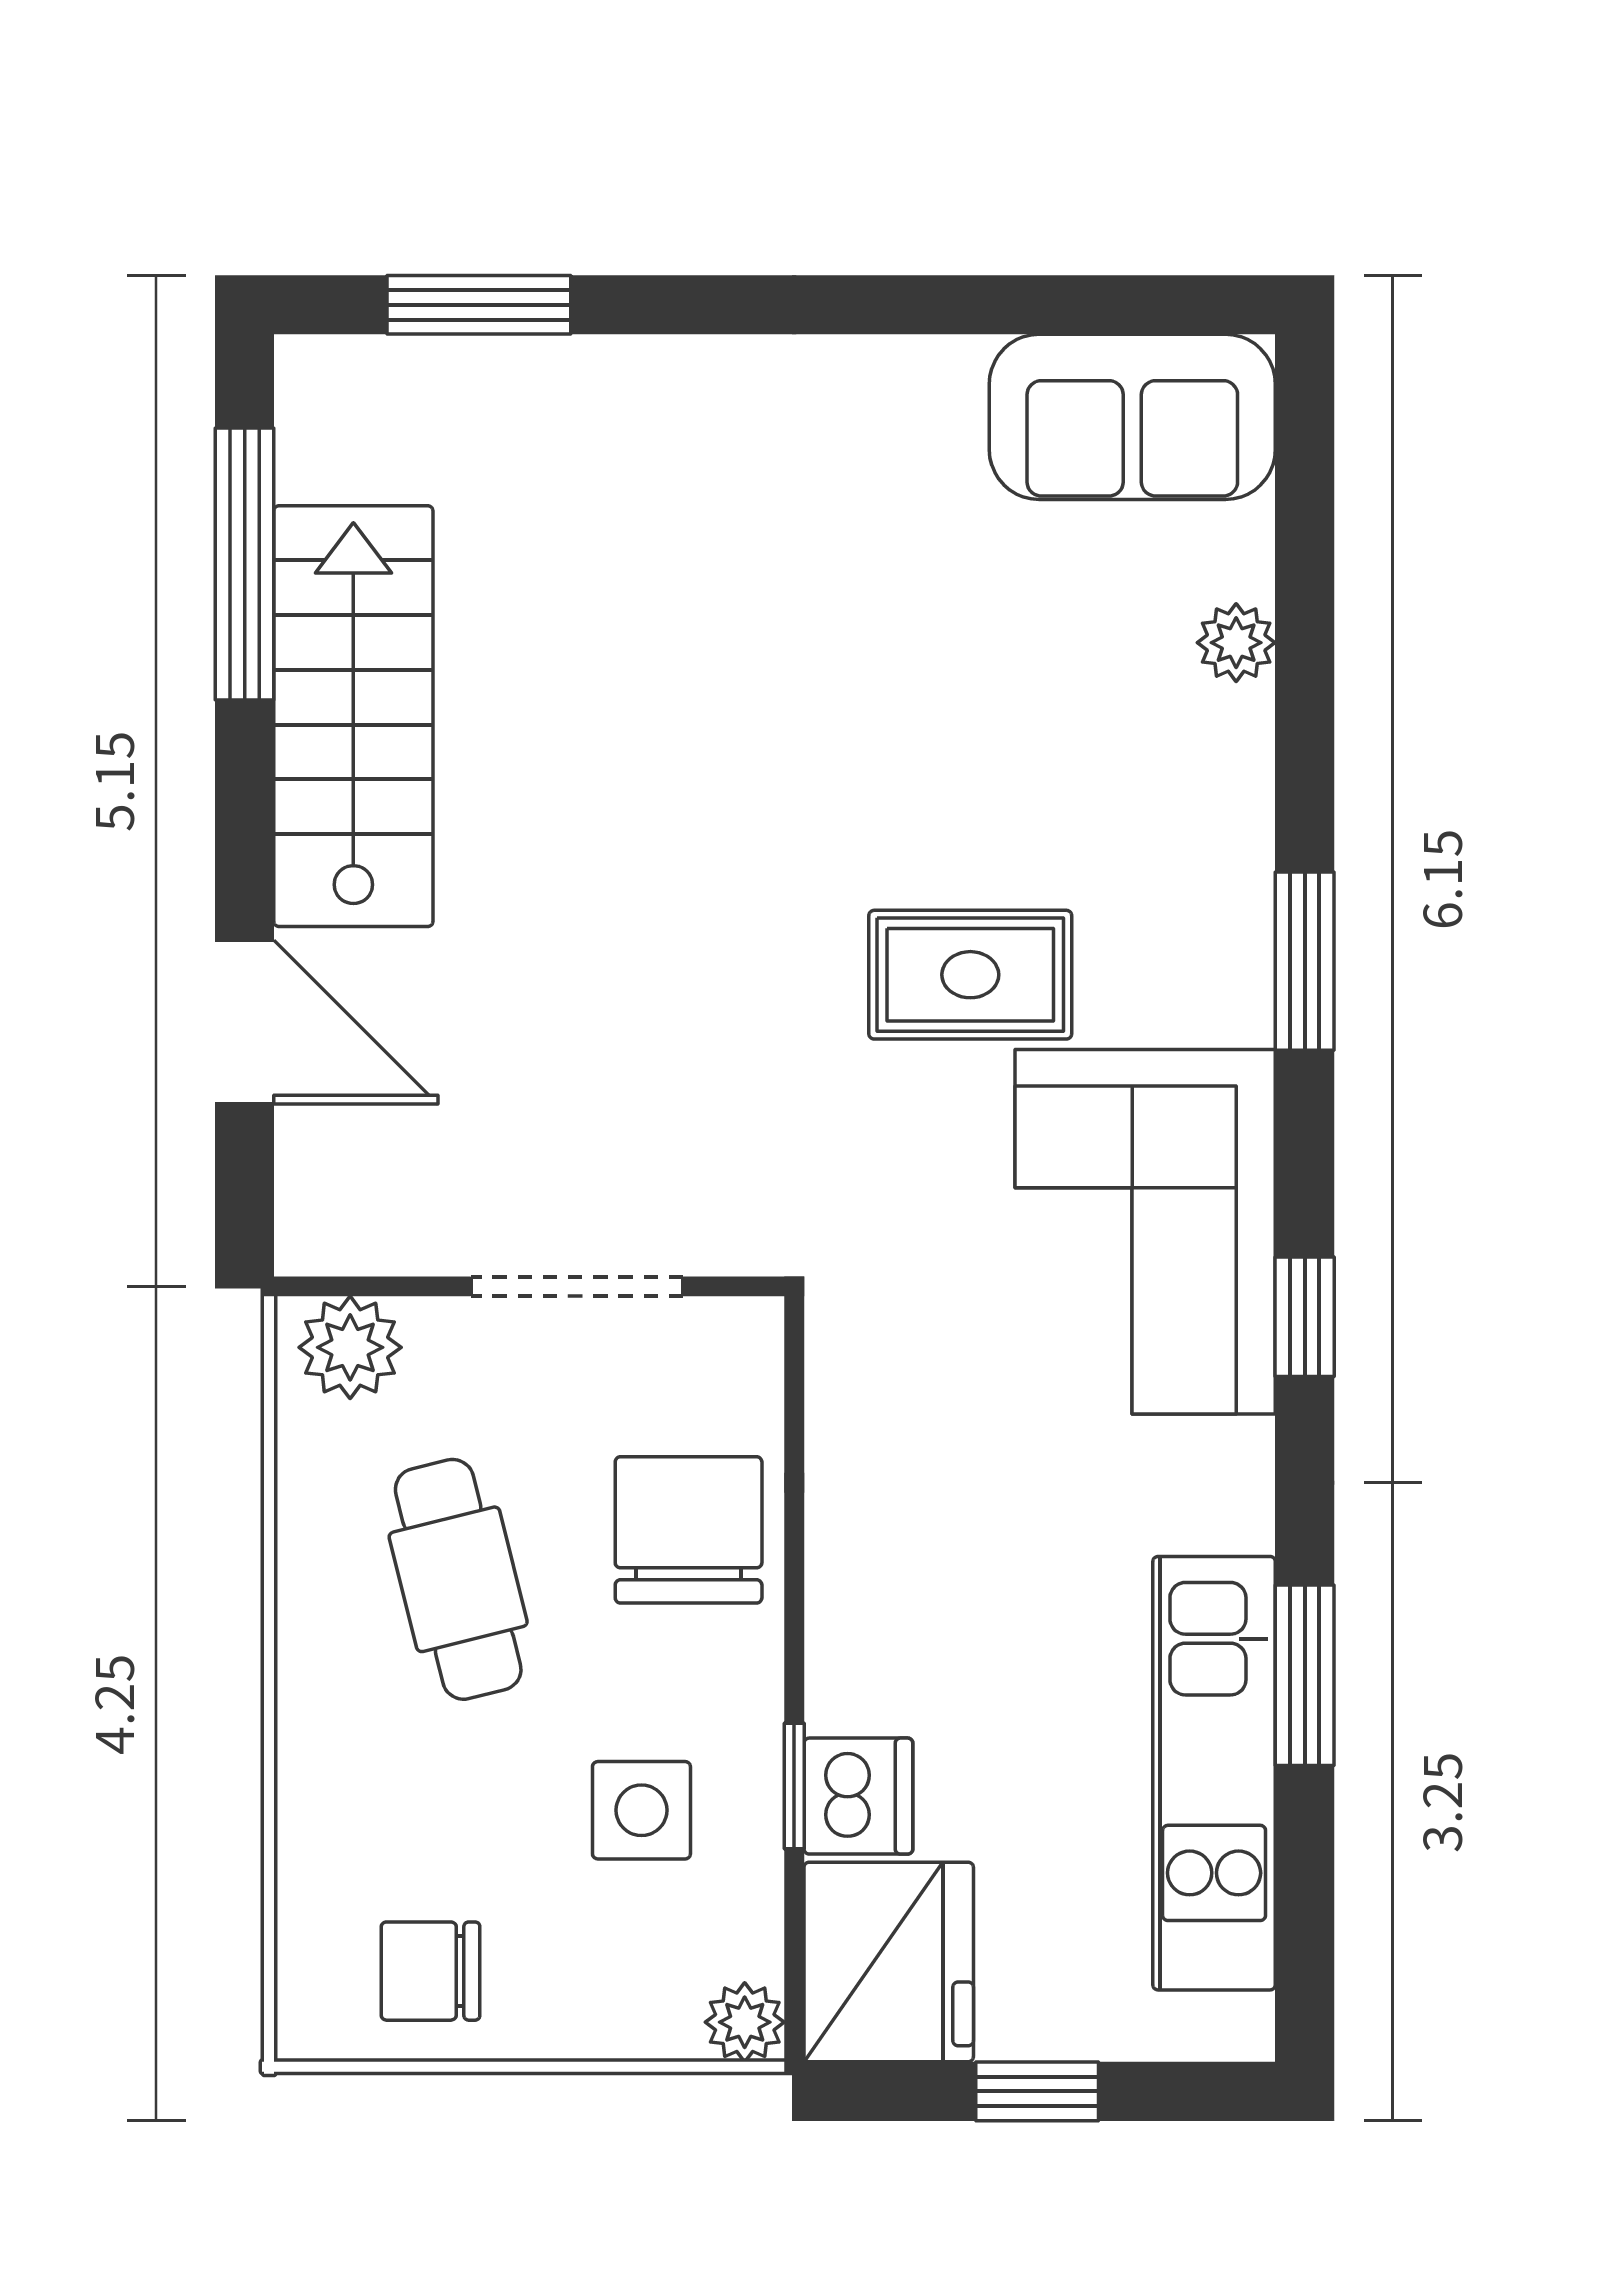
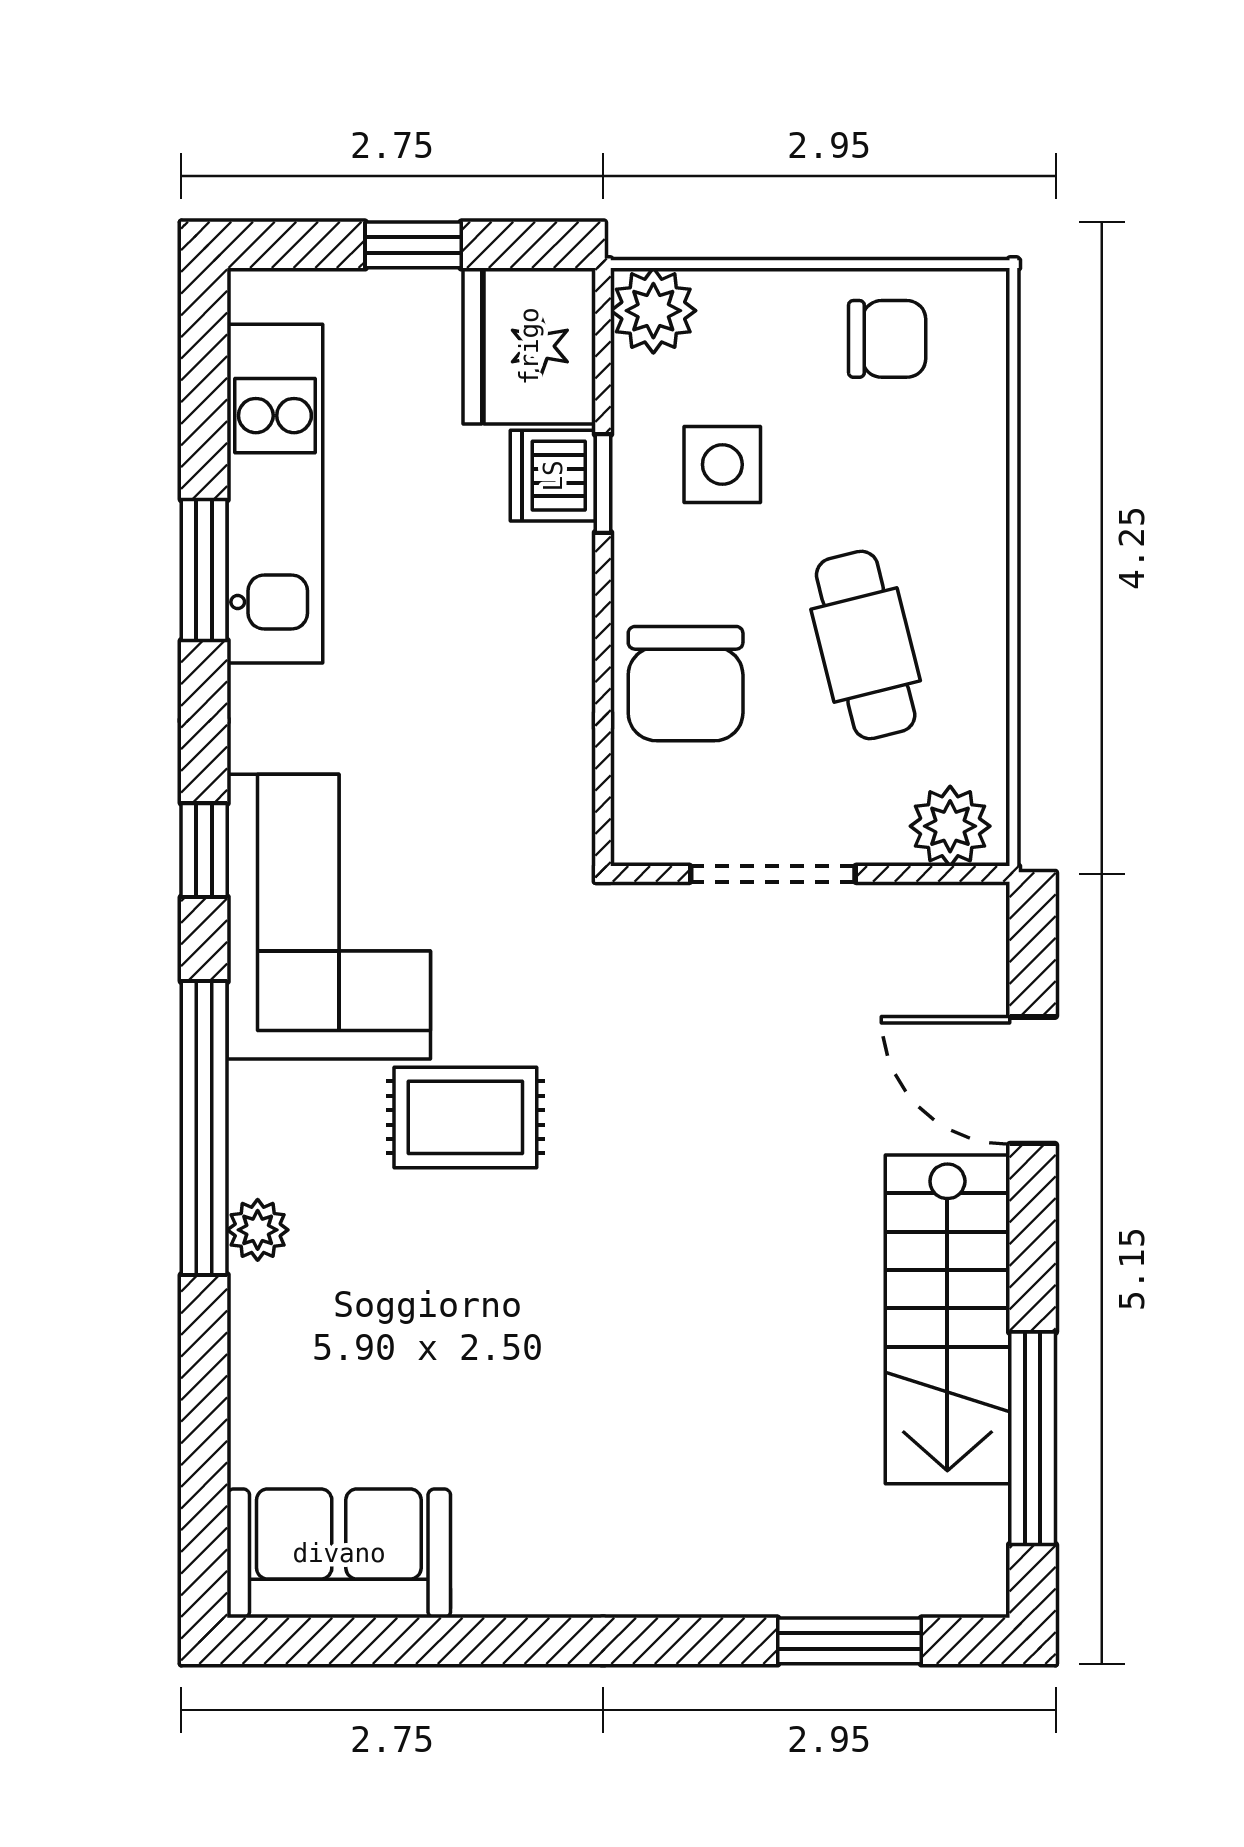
plant: (1236, 643) -> (258, 1230), moved
window: (1305, 961) -> (204, 1128), width x2.11
plant: (745, 2022) -> (653, 311), width x1.38, depth x1.38

